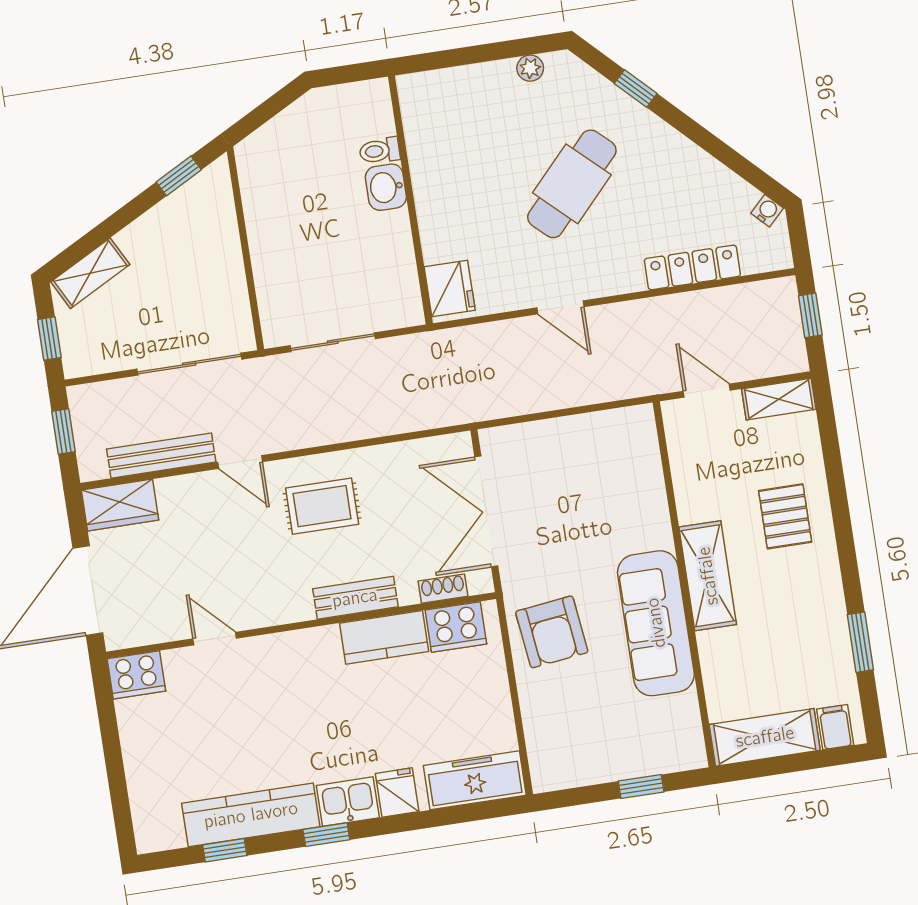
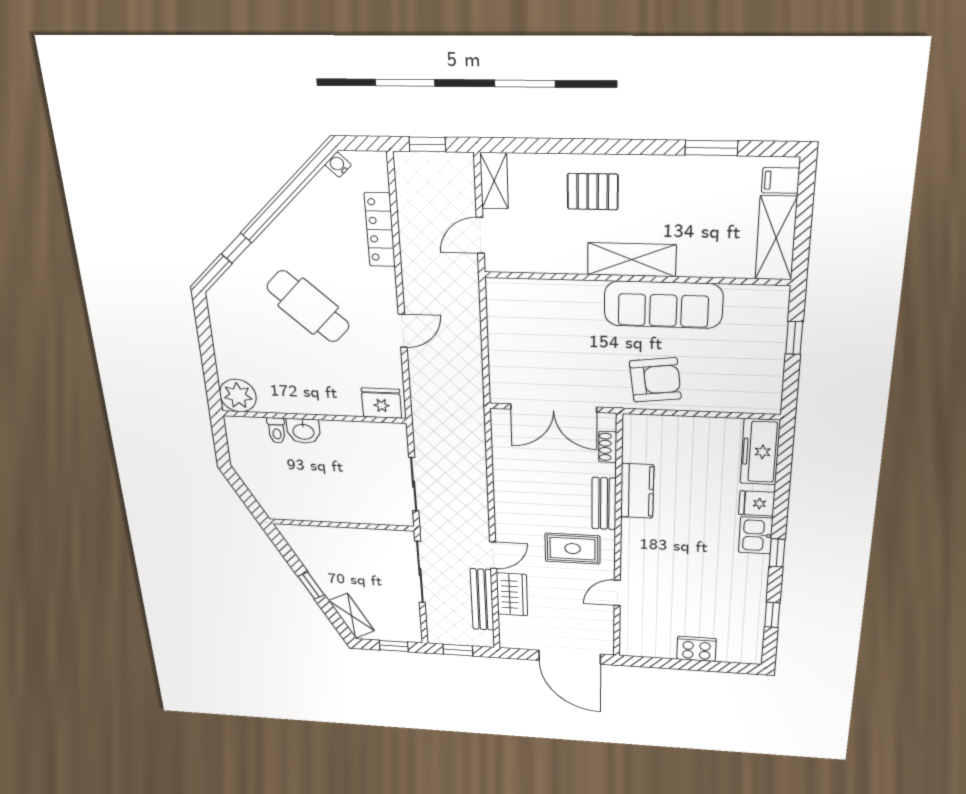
plant: (530, 68) -> (238, 396), moved, width x1.88, depth x1.88
window: (179, 176) -> (311, 586), moved
wardrobe: (120, 505) -> (512, 594), moved
rug: (322, 506) -> (573, 549), moved, turned 90
cooker: (456, 627) -> (639, 444), removed
cooker: (136, 675) -> (696, 649), moved, turned -90
kitchen counter: (251, 815) -> (750, 595), removed

